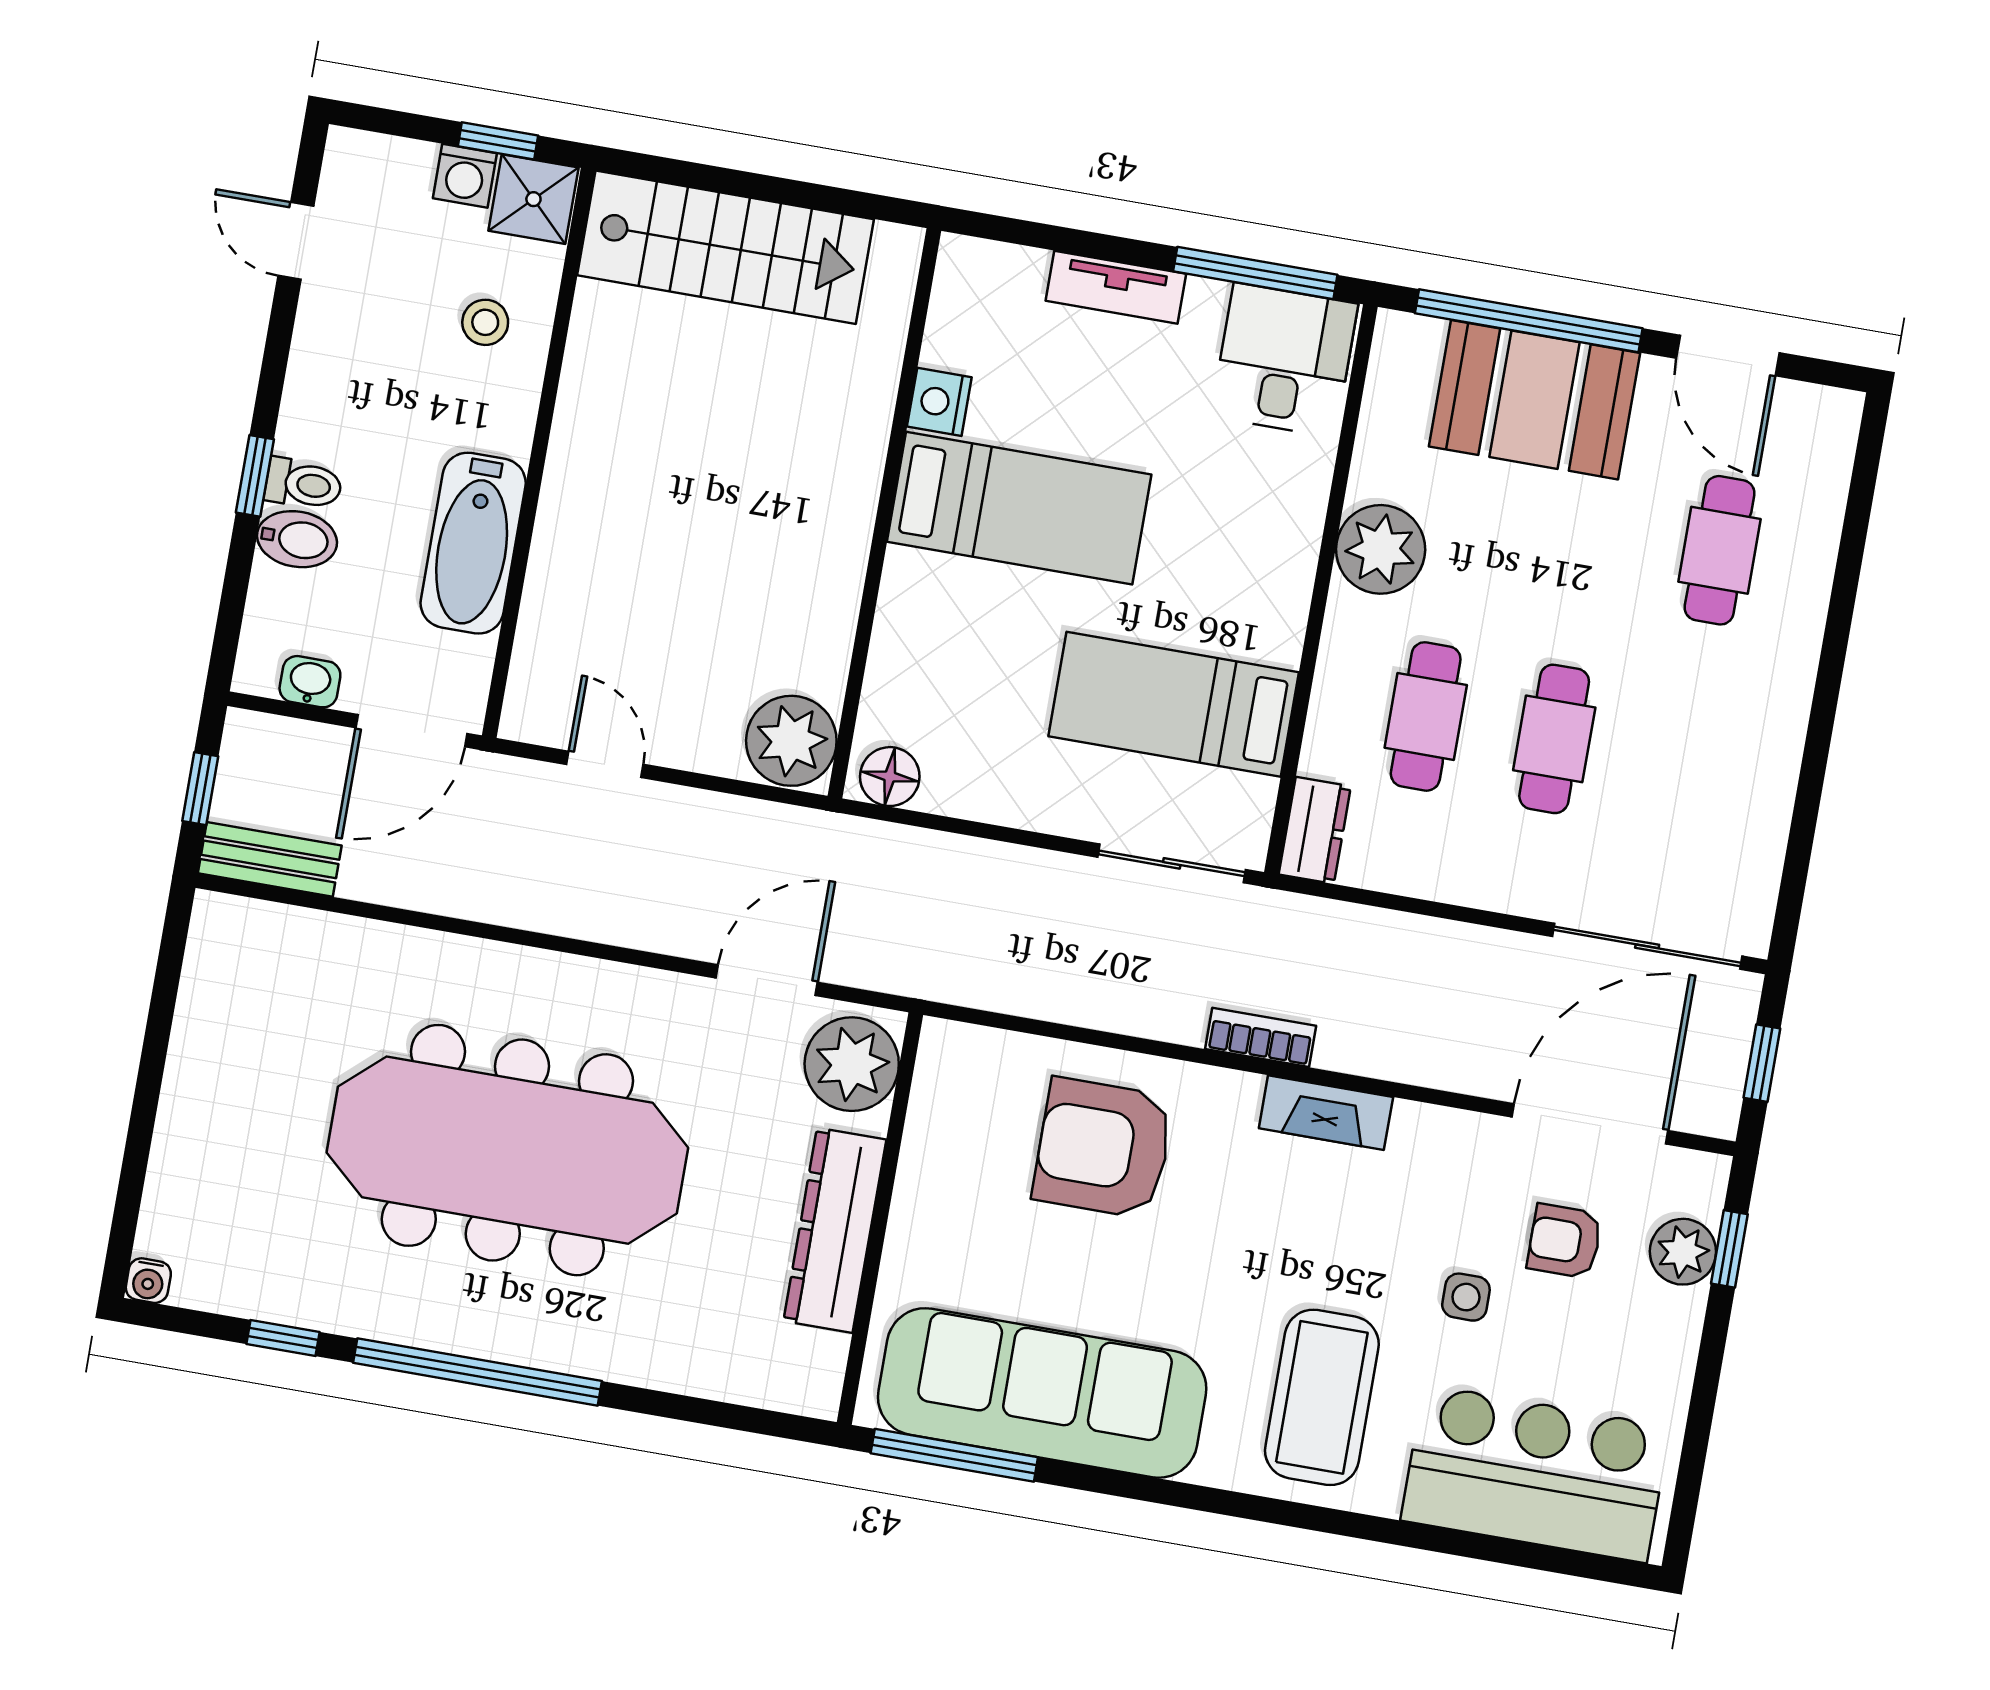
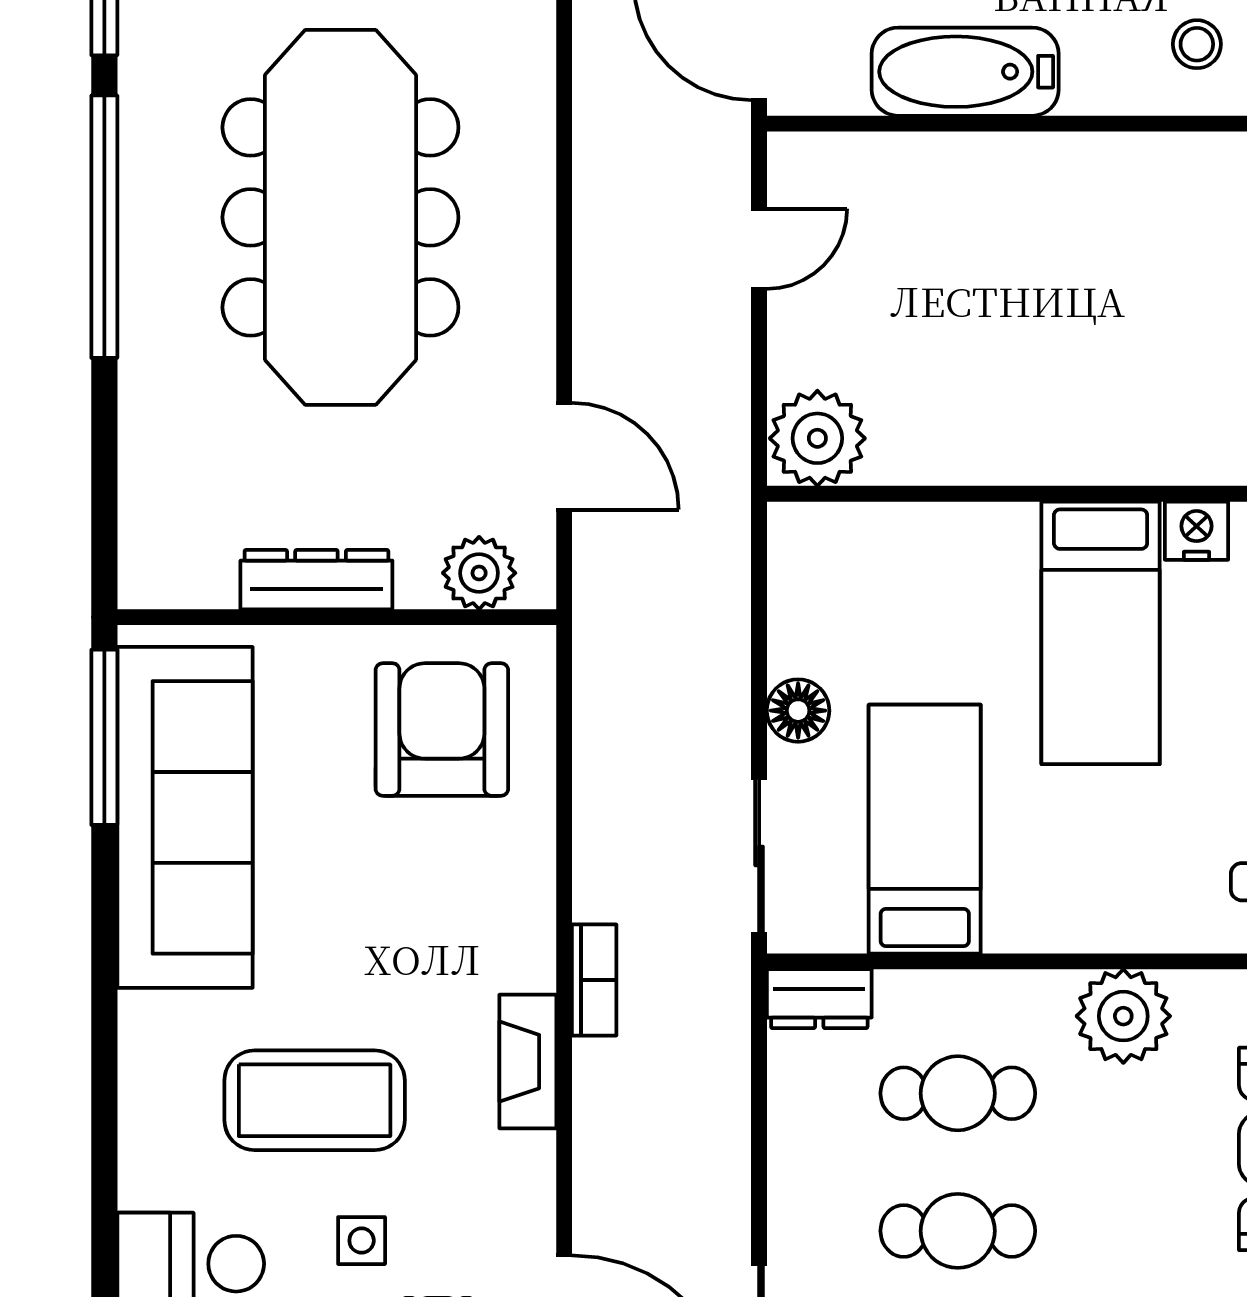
floor lamp: (890, 777) -> (798, 711), moved
plant: (852, 1064) -> (479, 573), width x0.73, depth x0.73
armchair: (1103, 1148) -> (442, 730), moved
dresser: (835, 1230) -> (316, 580), width x0.73, depth x0.80
coffee table: (1322, 1397) -> (315, 1100), moved

